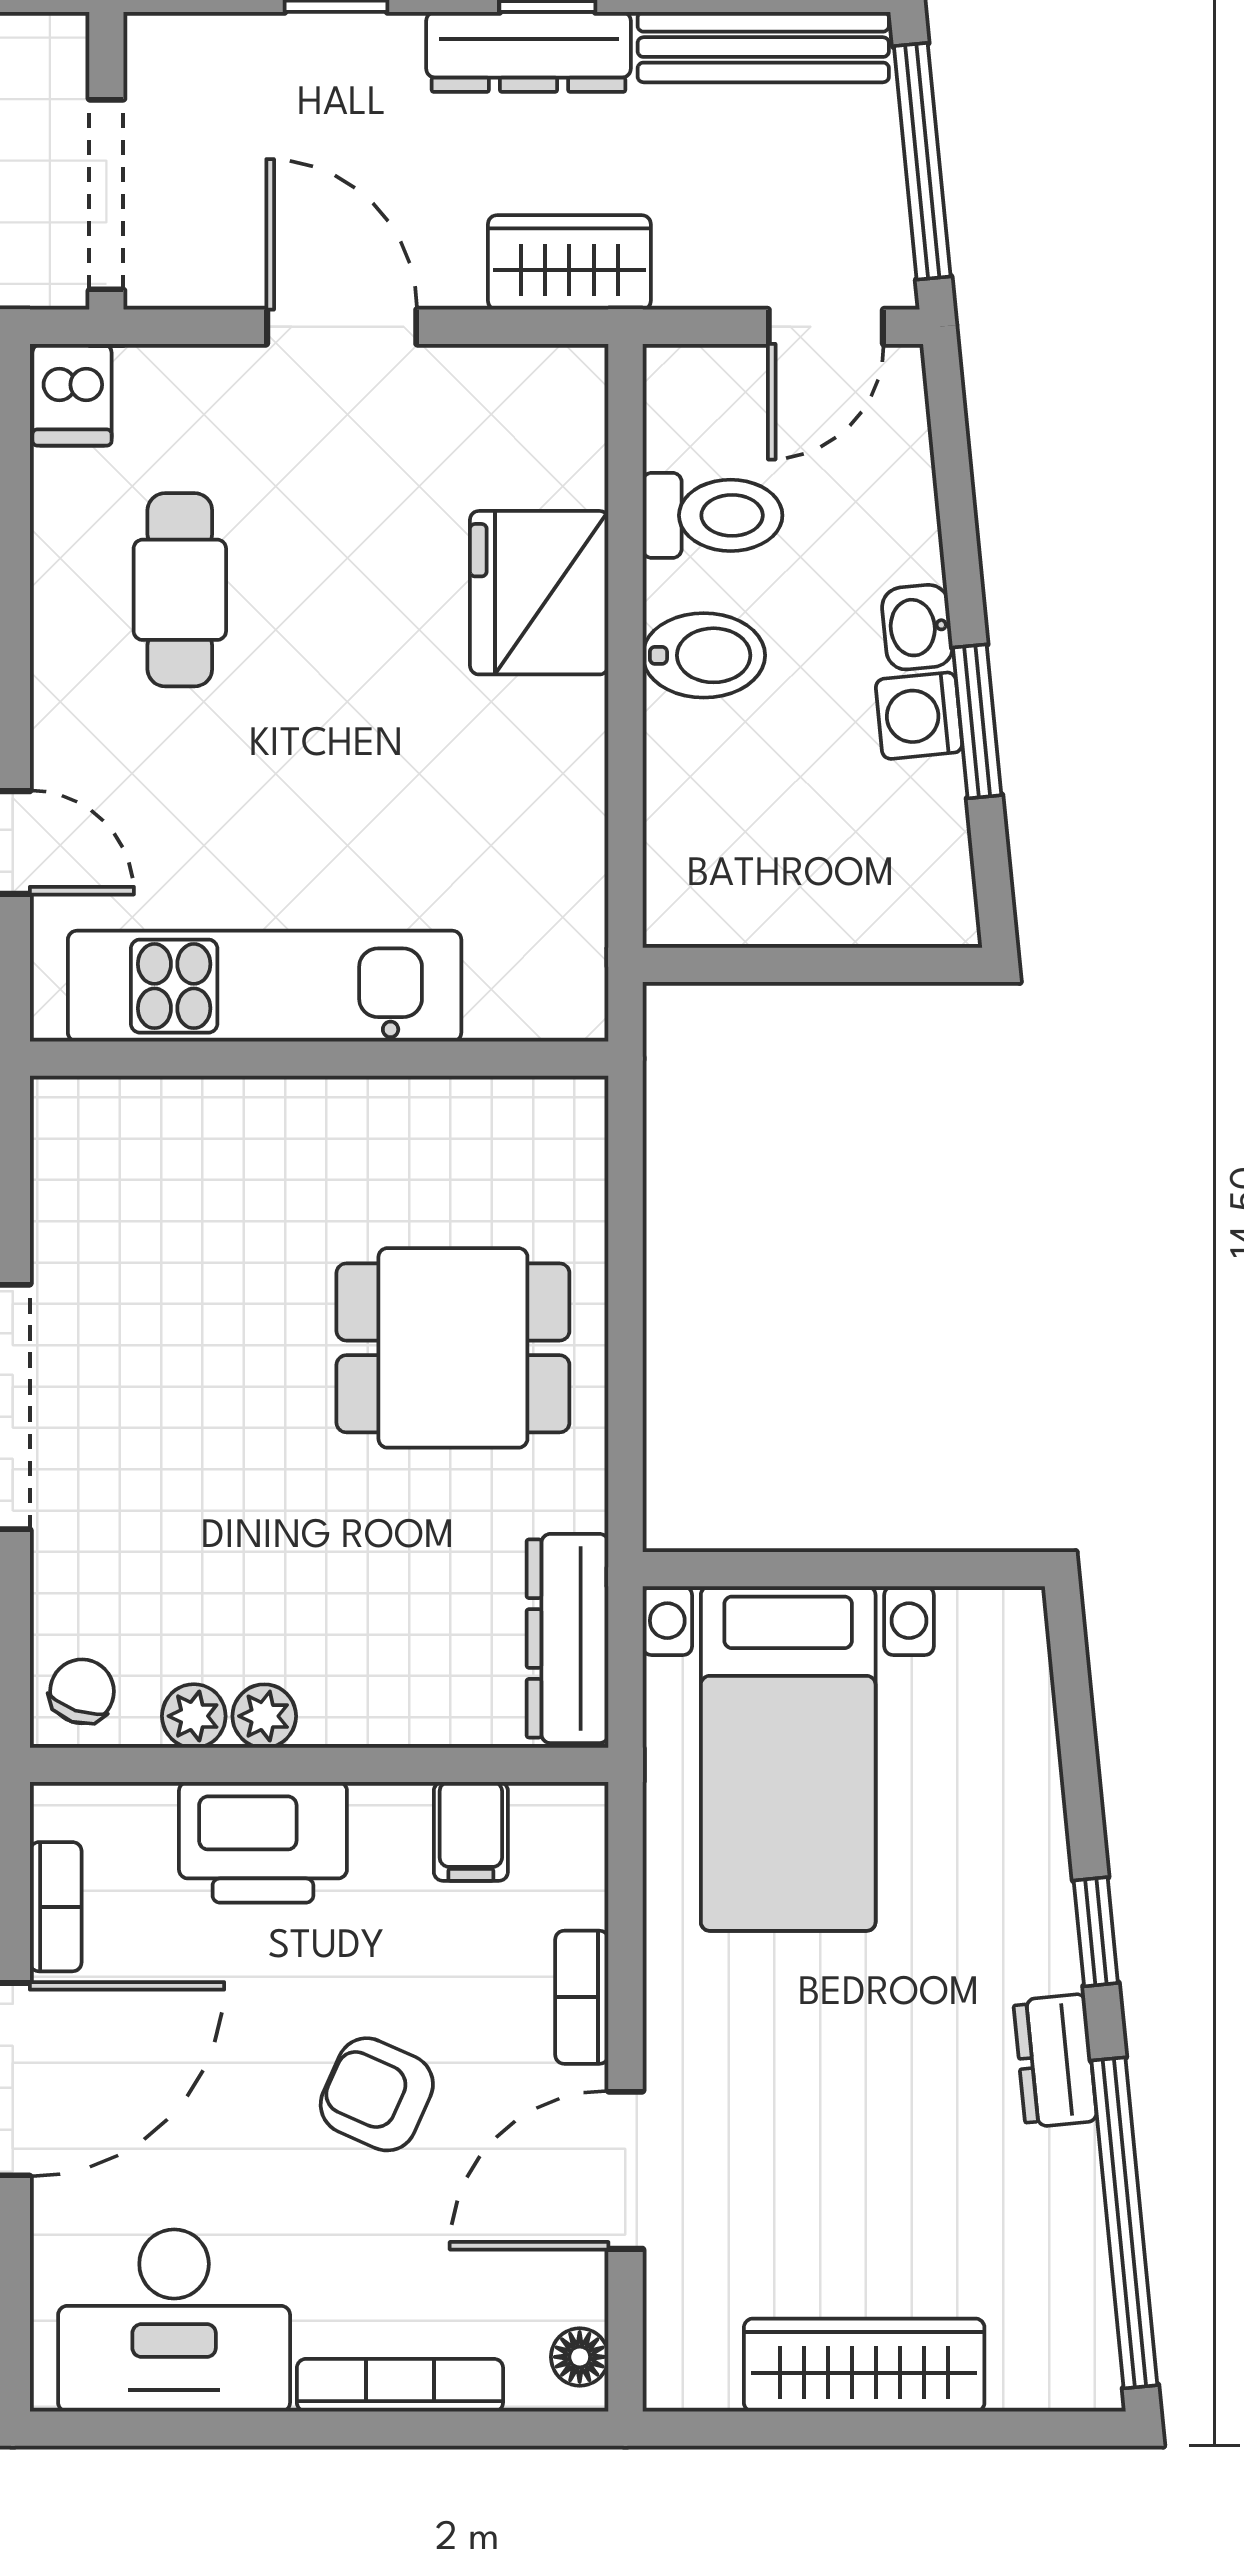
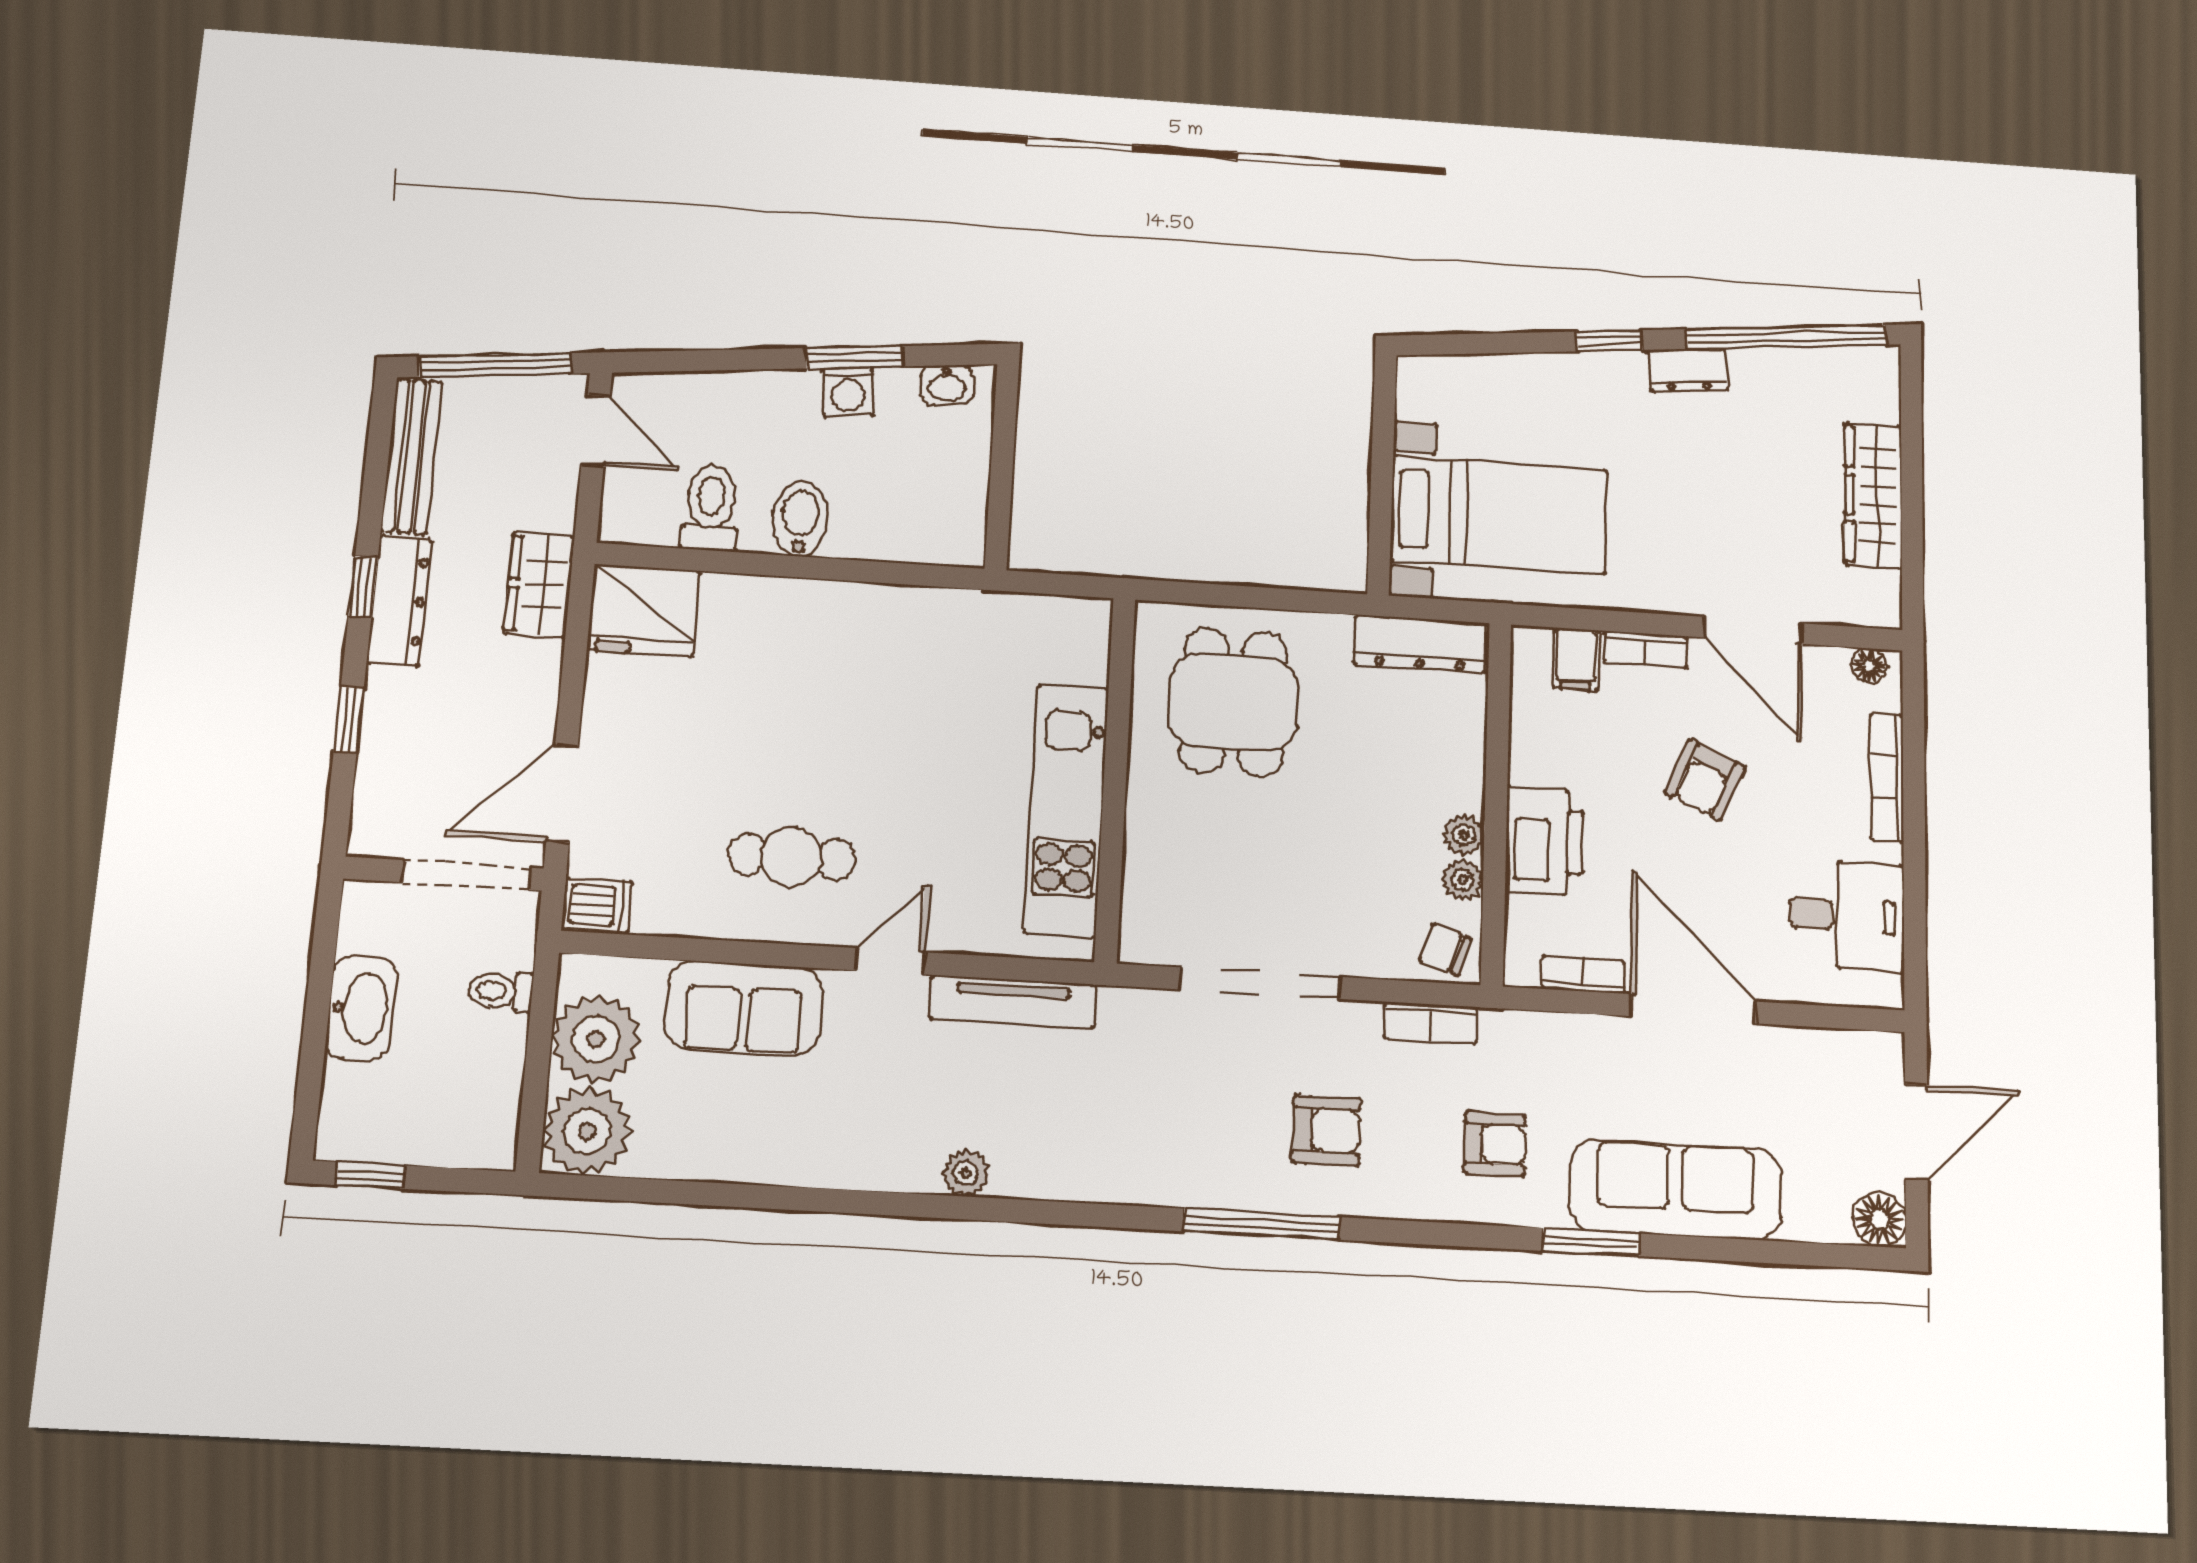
door: (342, 327) -> (562, 793), moved
cafe table: (180, 590) -> (792, 857), moved
fridge: (539, 593) -> (644, 610), moved
washbasin: (917, 627) -> (947, 385), moved
kitchen unit: (265, 986) -> (1066, 810), moved
wall: (319, 1059) -> (1115, 779), moved
filing cabinet: (471, 1831) -> (1576, 659), moved, turned 90
desk: (174, 2320) -> (1847, 915), width x0.73

